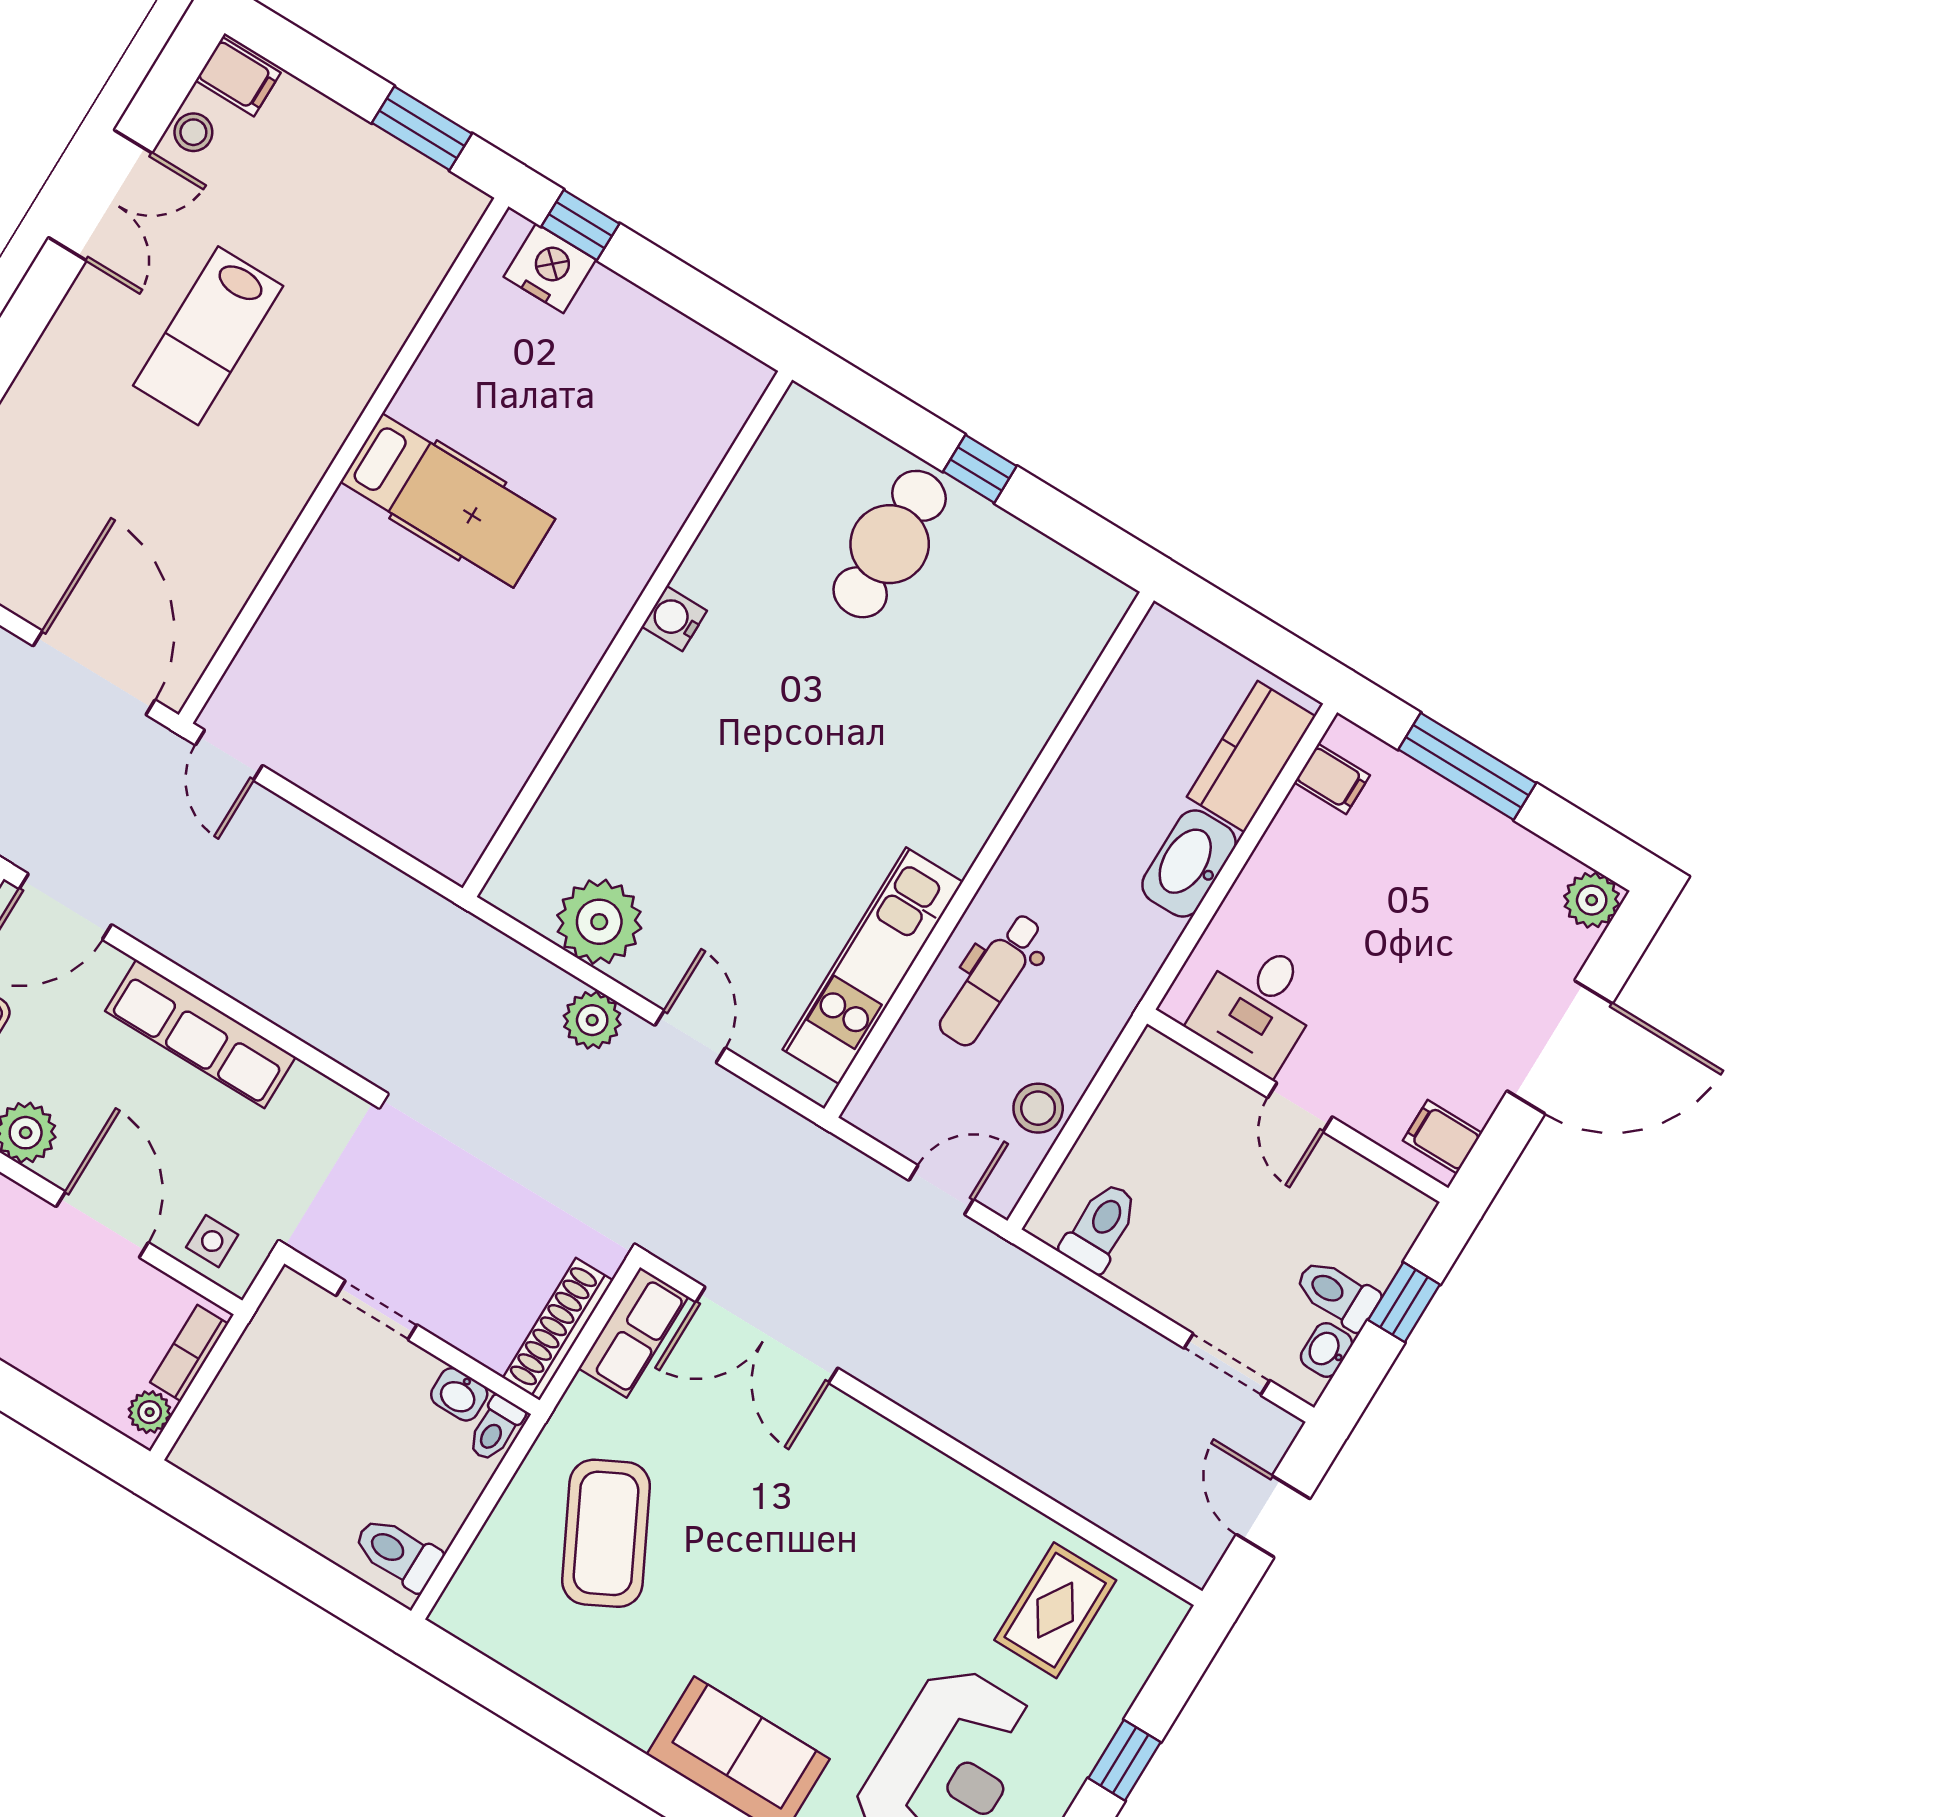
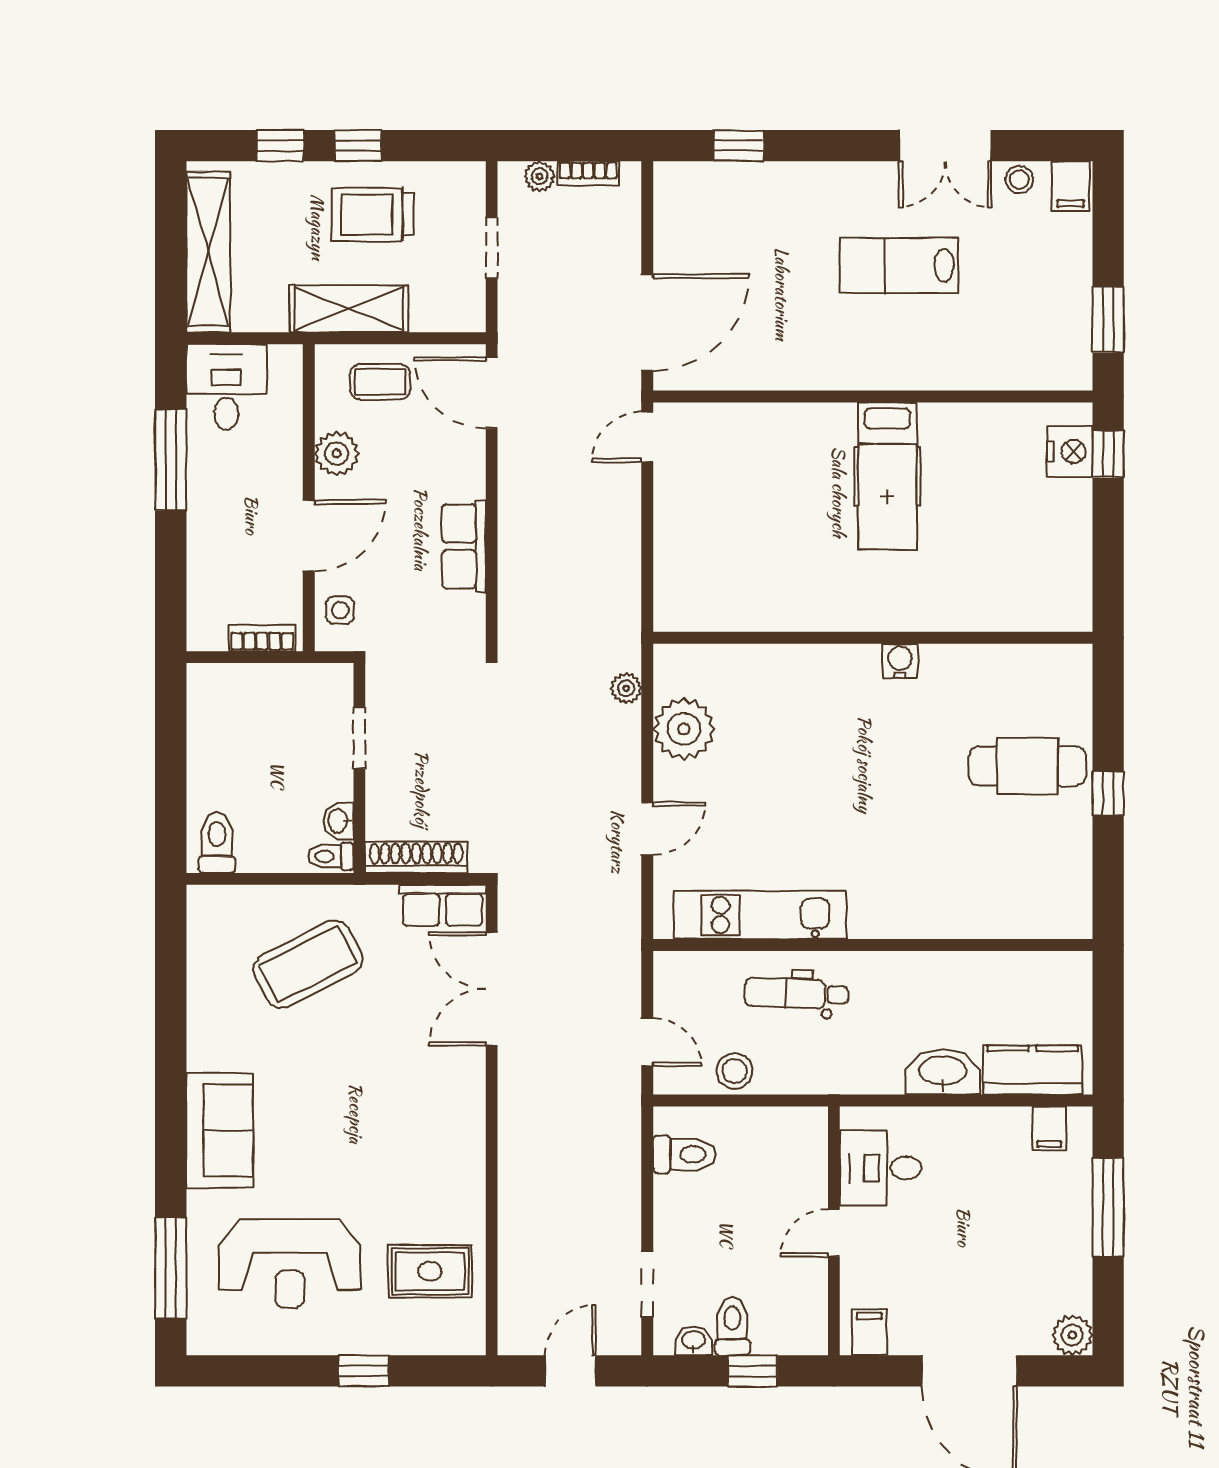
plant: (592, 1020) -> (626, 688), moved, width x0.73, depth x0.73
row of seats: (200, 1034) -> (464, 546), width x0.68
plant: (150, 1412) -> (211, 636), removed

